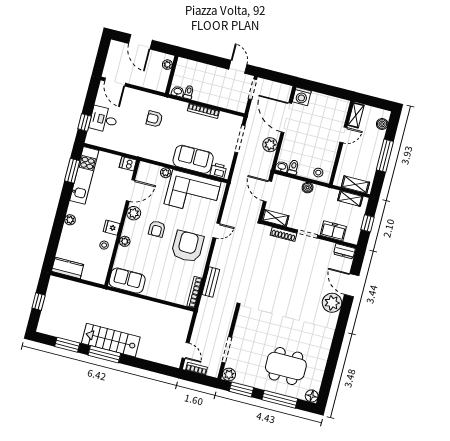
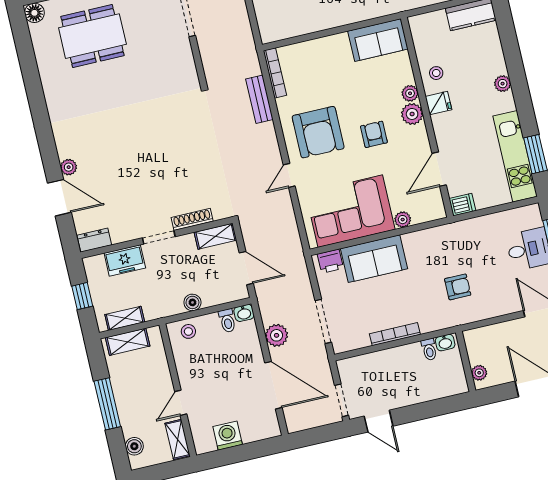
washing machine: (302, 96) -> (228, 436), moved
plant: (134, 213) -> (412, 114), moved
plant: (332, 303) -> (69, 167), width x0.53, depth x0.53

